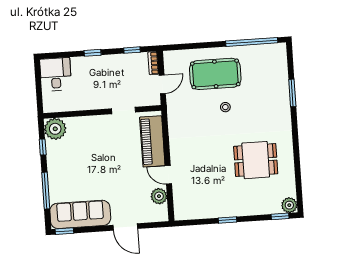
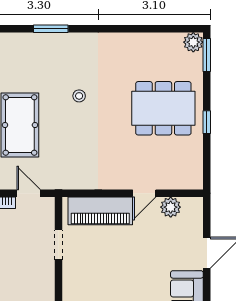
stool: (225, 107) -> (79, 96), moved
dining table: (256, 160) -> (163, 108), moved, width x1.38
window: (280, 216) -> (207, 55), width x1.50

